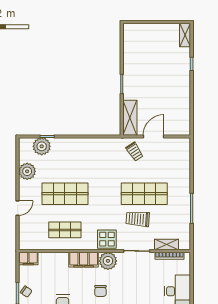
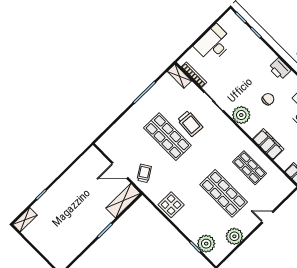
display table: (107, 239) -> (171, 205), moved
shelving: (166, 244) -> (179, 76), moved
filing cabinet: (84, 260) -> (268, 144), moved

